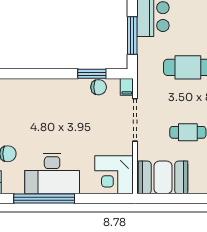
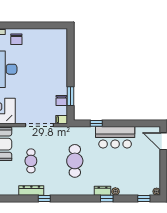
window: (132, 35) -> (96, 123), width x0.46

